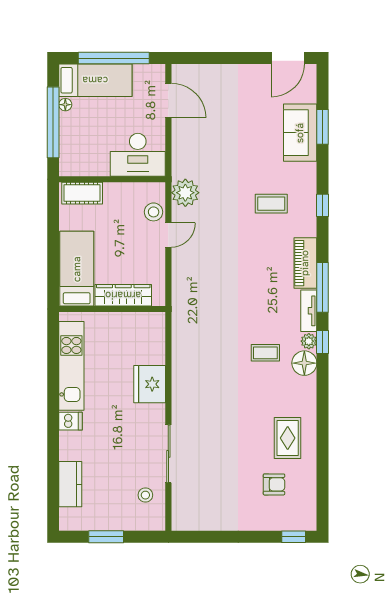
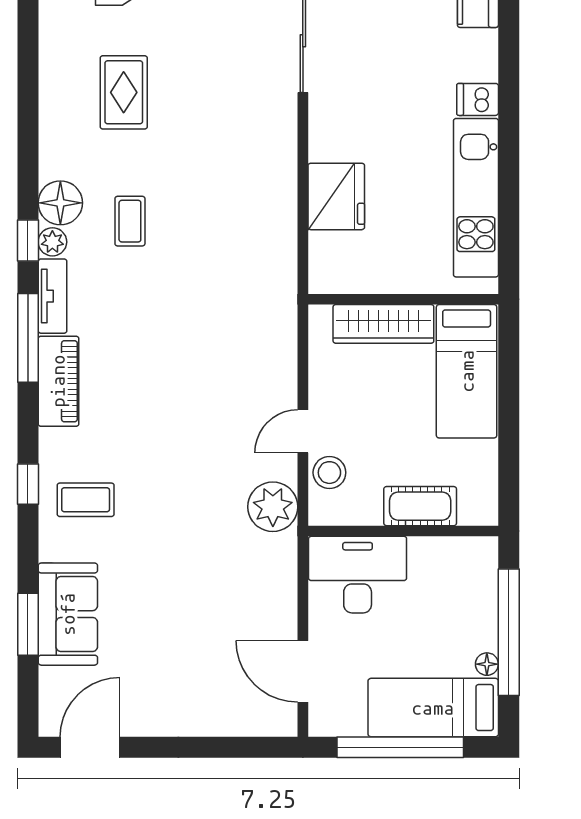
cot: (82, 193) -> (420, 506), moved
coffee table: (271, 204) -> (86, 500), moved
coffee table: (265, 353) -> (130, 221), turned 90
fridge: (150, 384) -> (336, 196), moved
rug: (288, 438) -> (124, 92), moved

